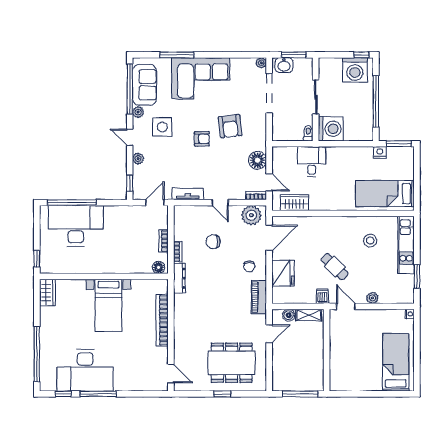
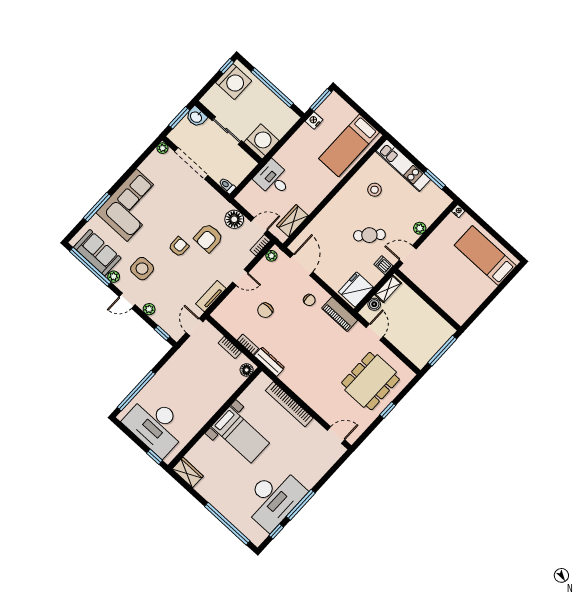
washbasin: (284, 65) -> (196, 117), moved, turned 90
armchair: (230, 126) -> (208, 238), moved, turned 97
toilet: (308, 133) -> (227, 186), moved
plant: (251, 215) -> (271, 256), width x0.53, depth x0.53
desk: (76, 226) -> (156, 425), moved, turned -90
fridge: (283, 273) -> (356, 290), moved, turned -90

